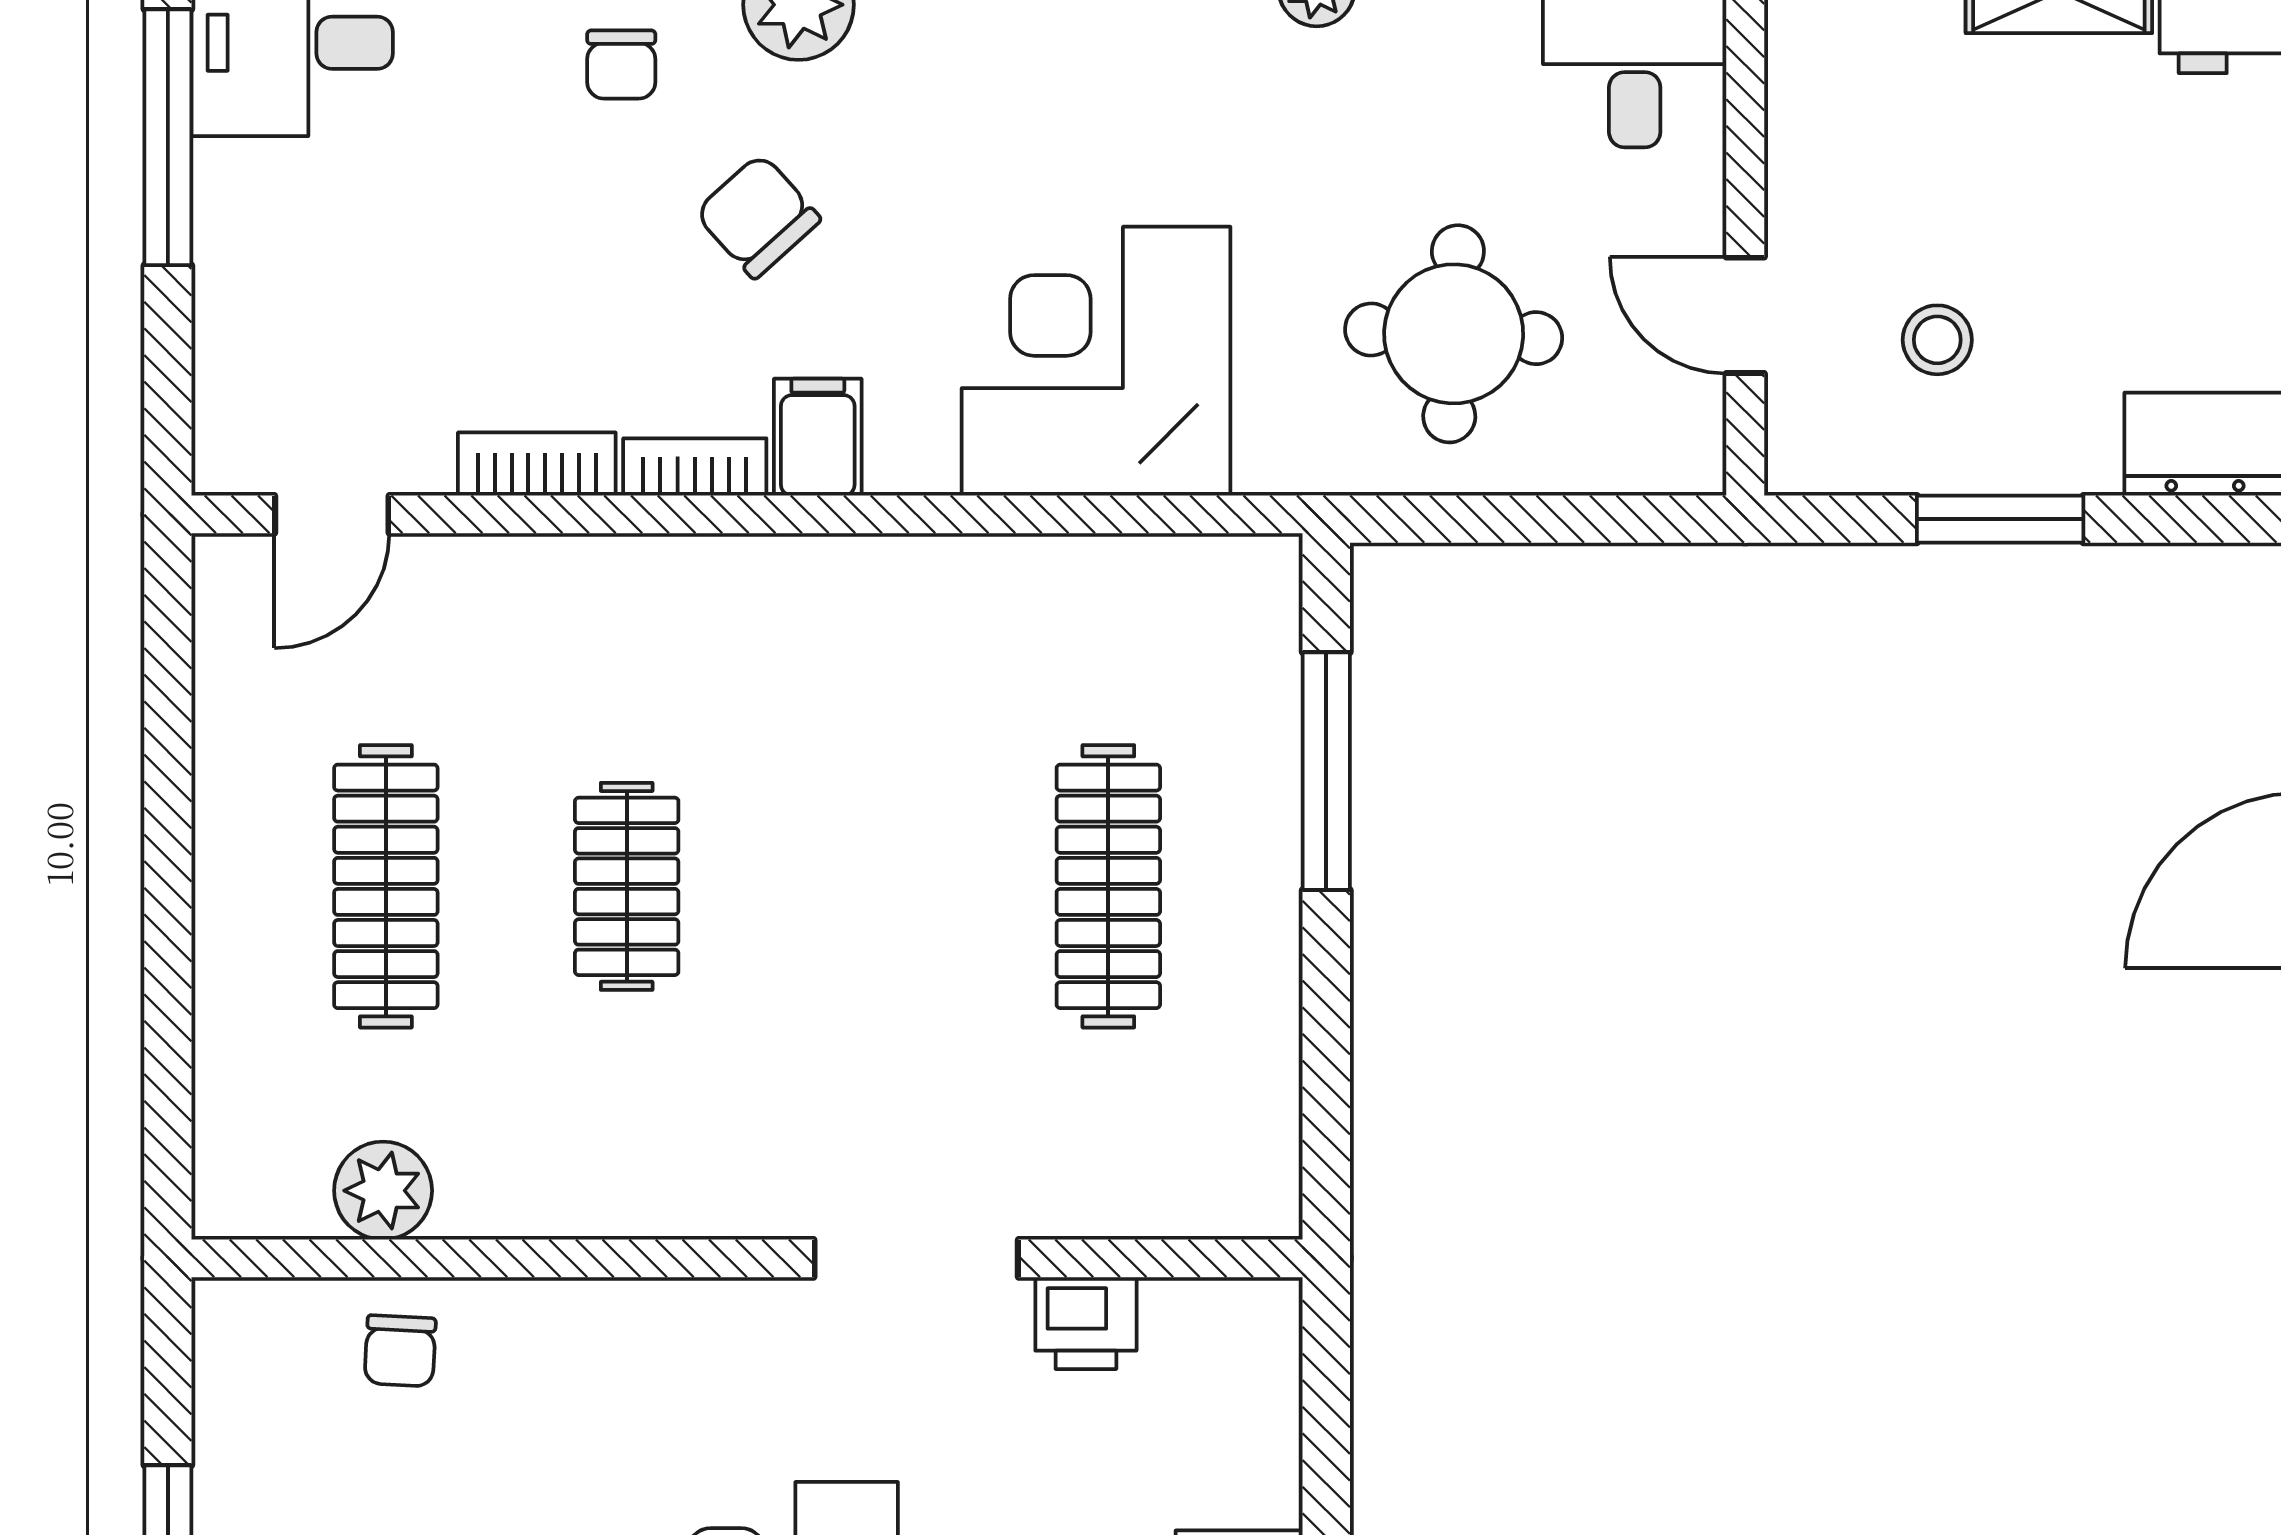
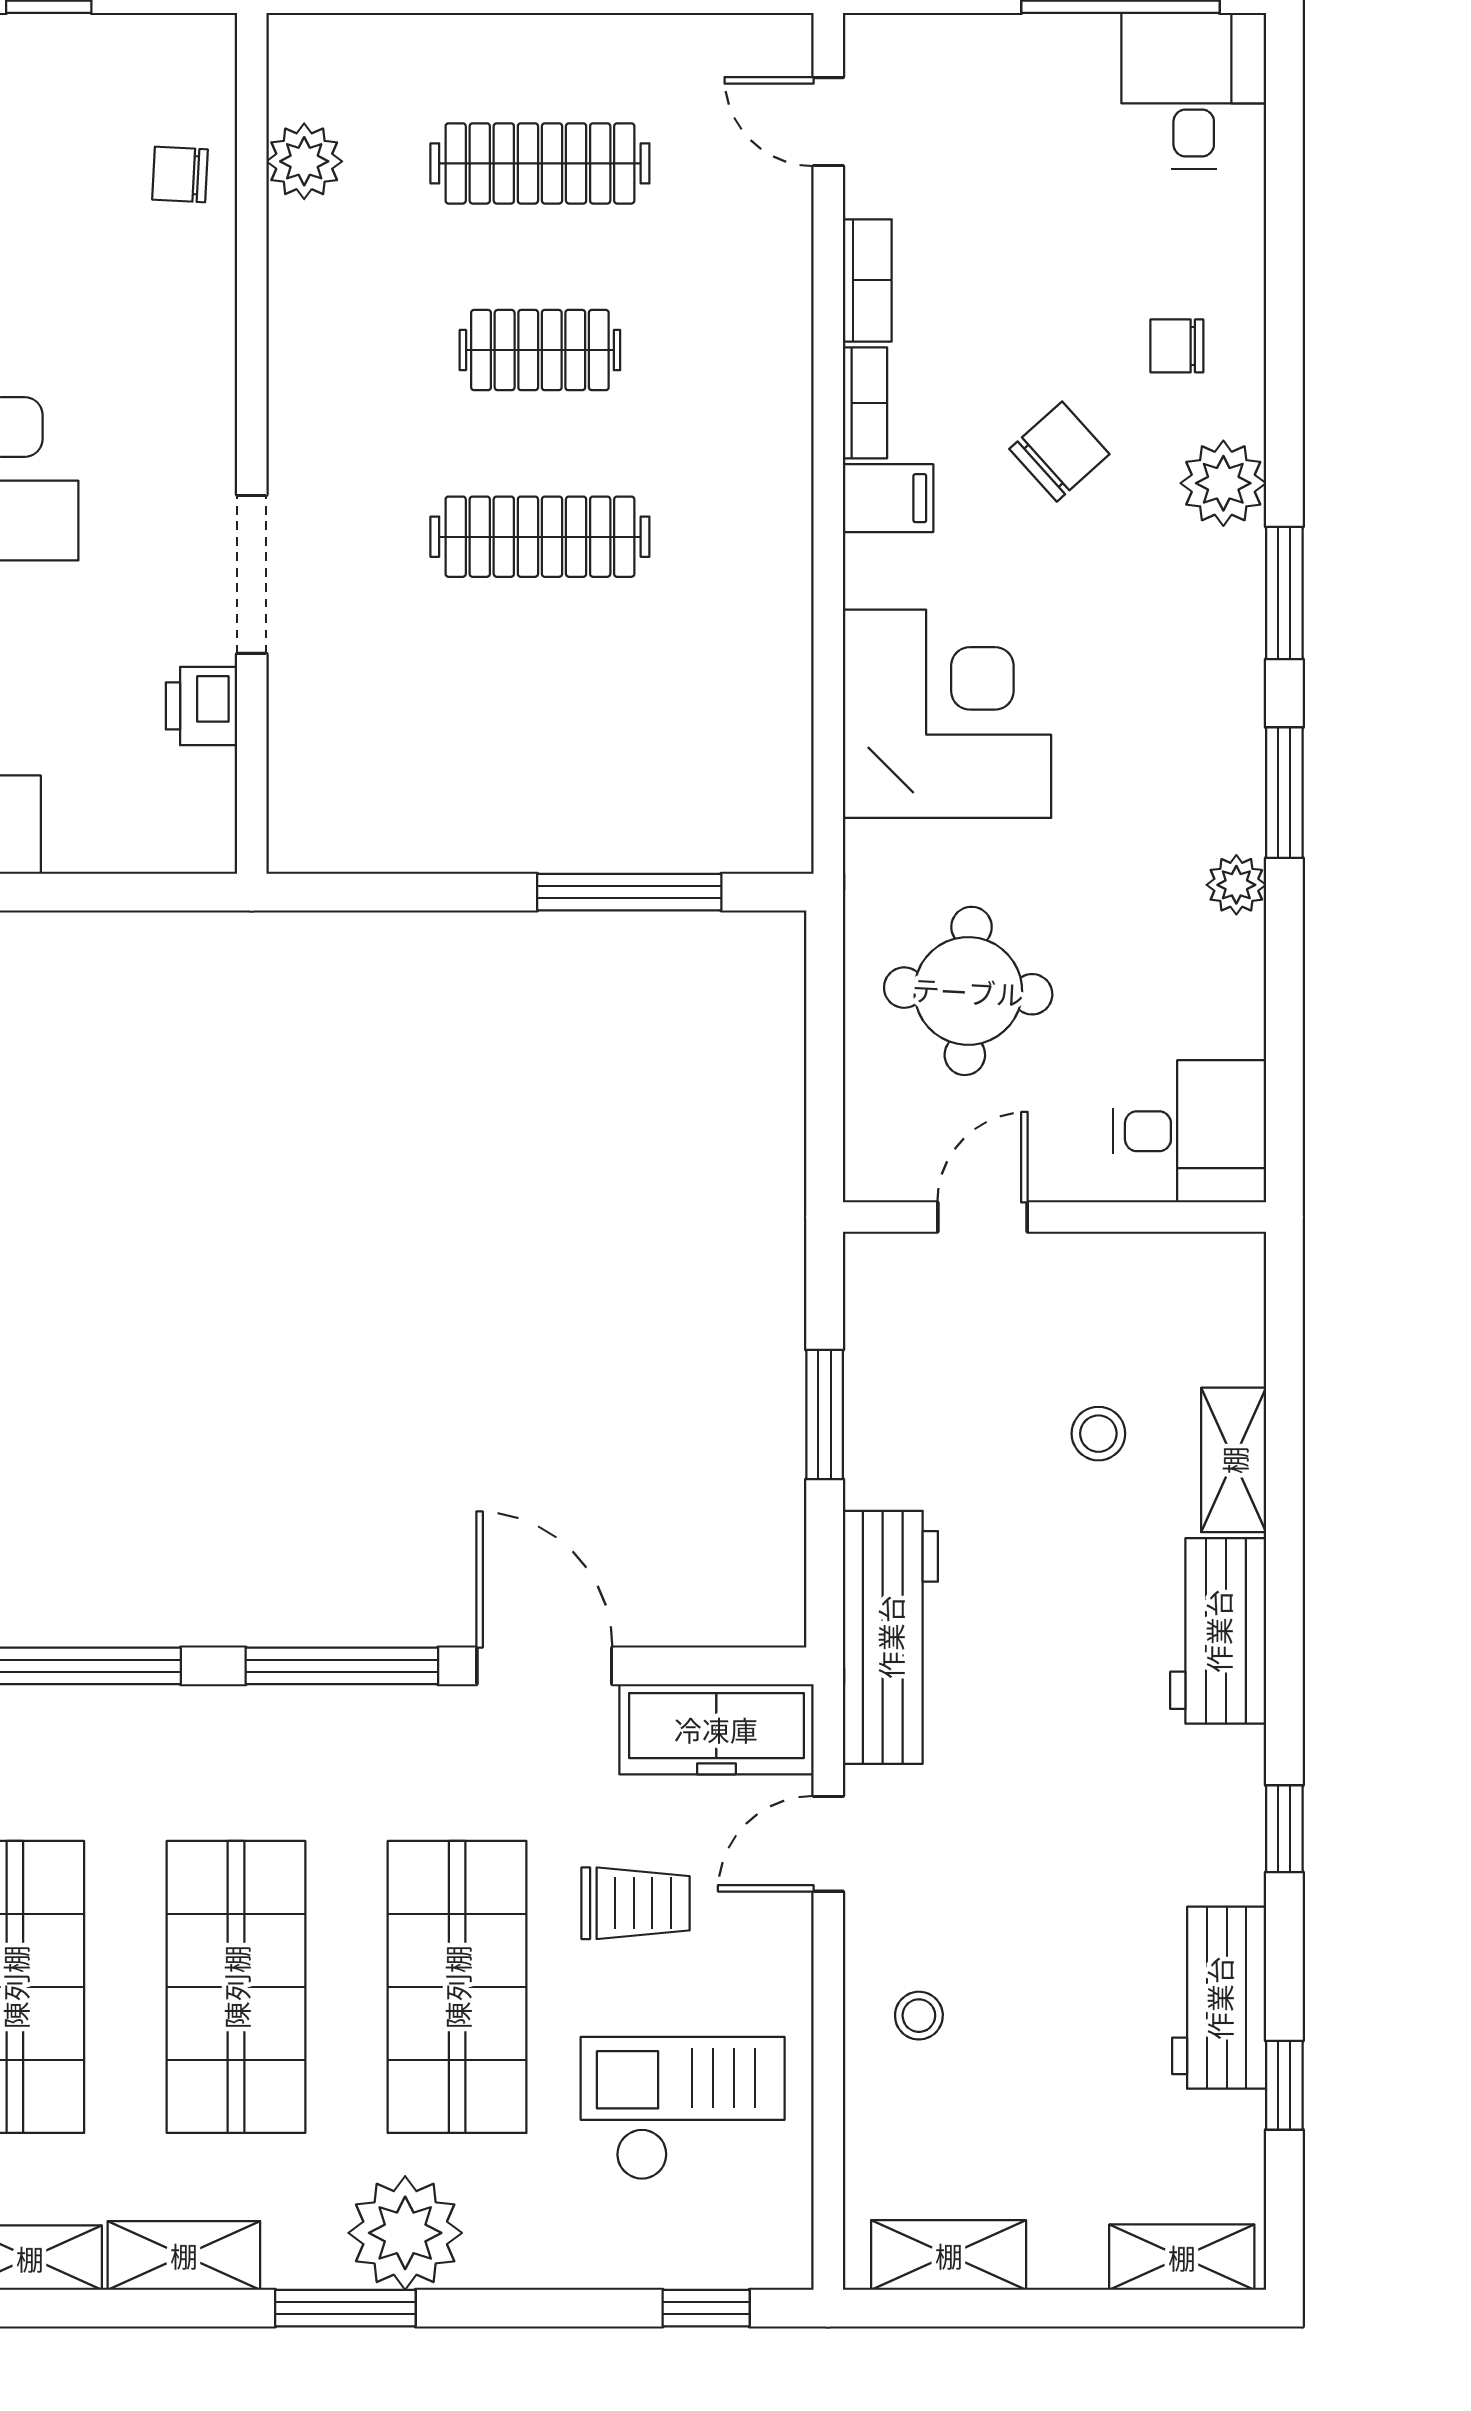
stool: (1937, 340) -> (1098, 1434), moved
clothes rail: (1108, 886) -> (540, 537), moved

